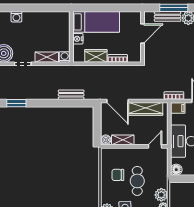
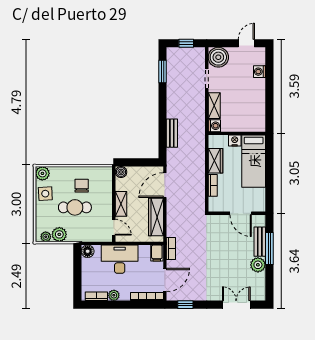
shelving: (123, 140) -> (121, 204), moved

